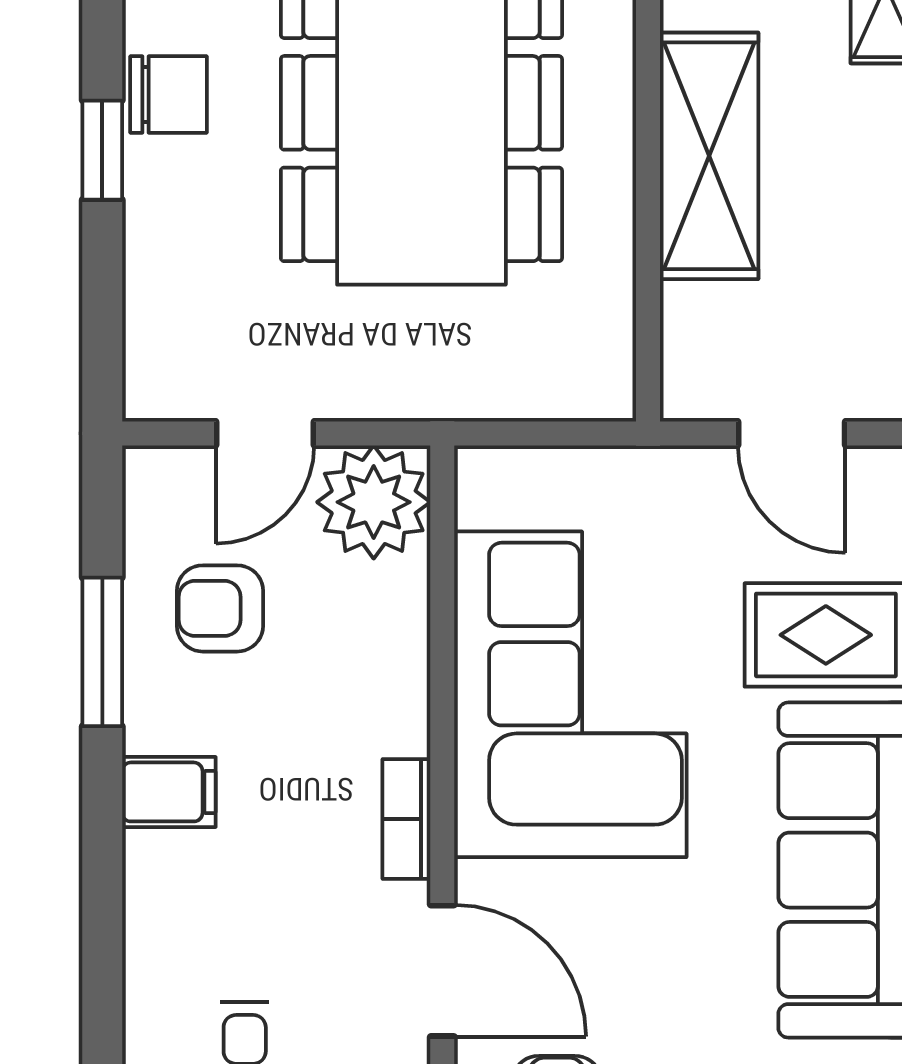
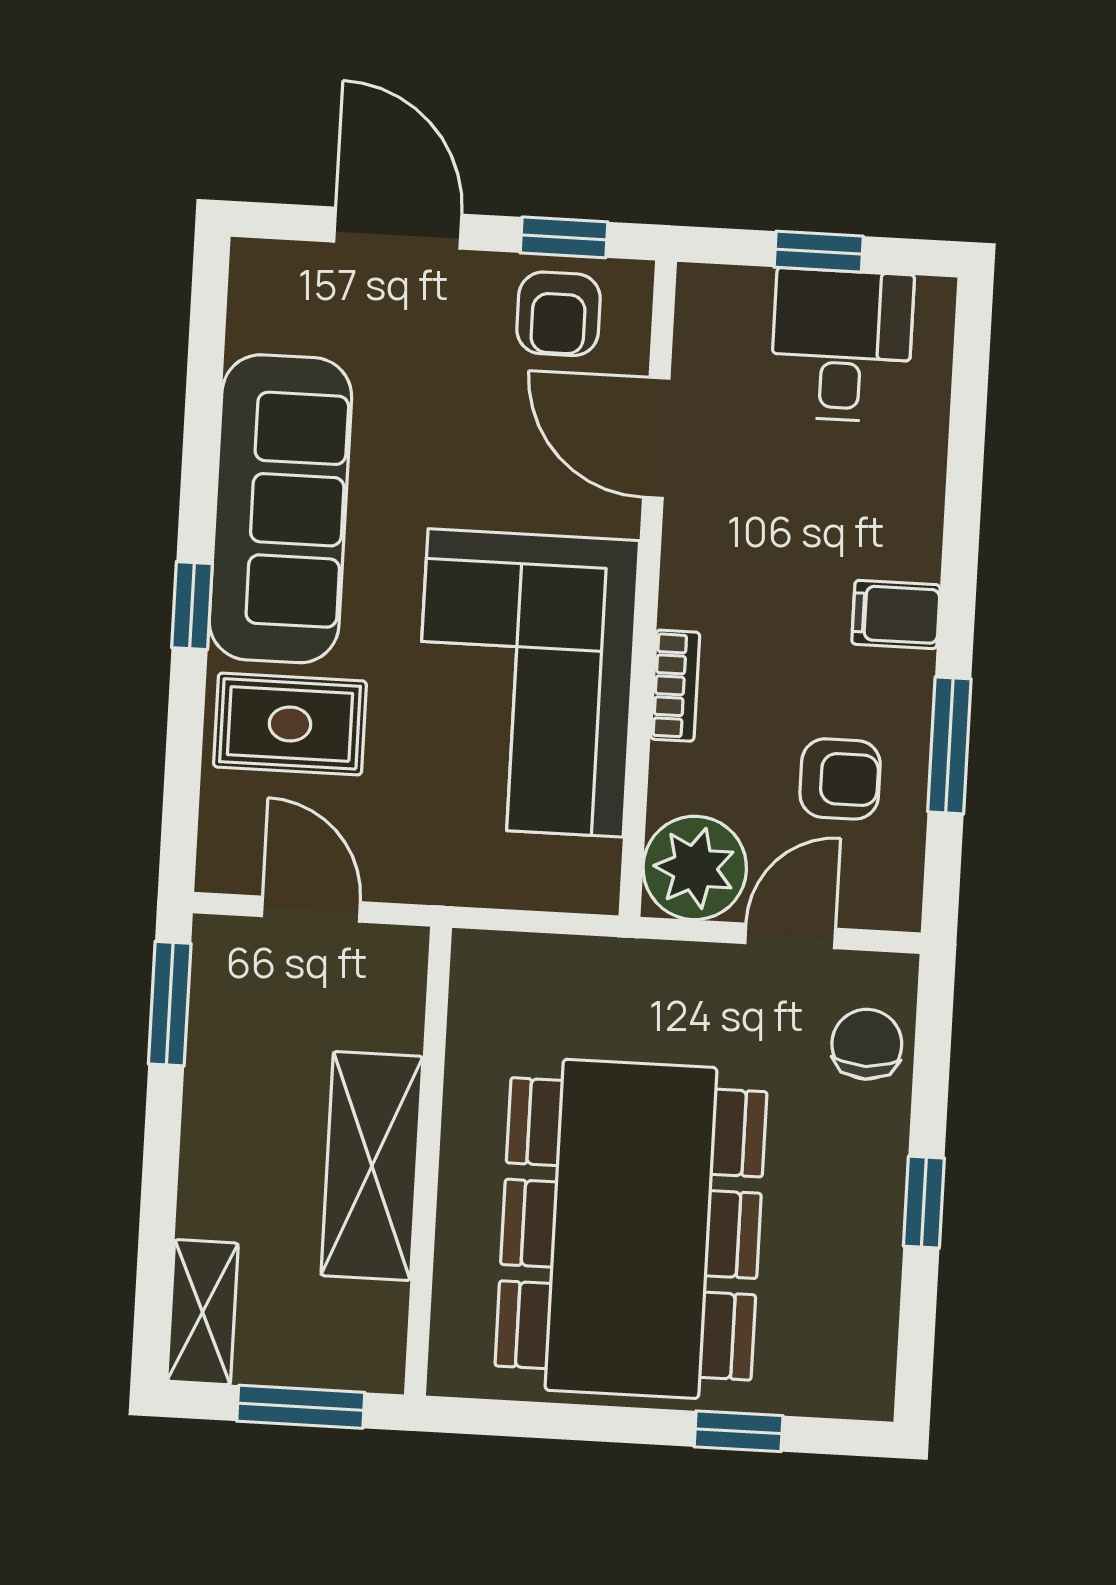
chair: (169, 94) -> (867, 1044), moved, turned 90
bookcase: (406, 819) -> (675, 686), moved

